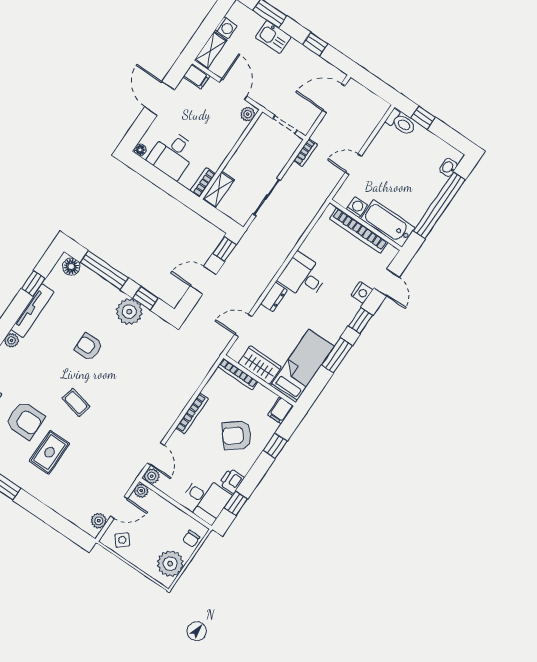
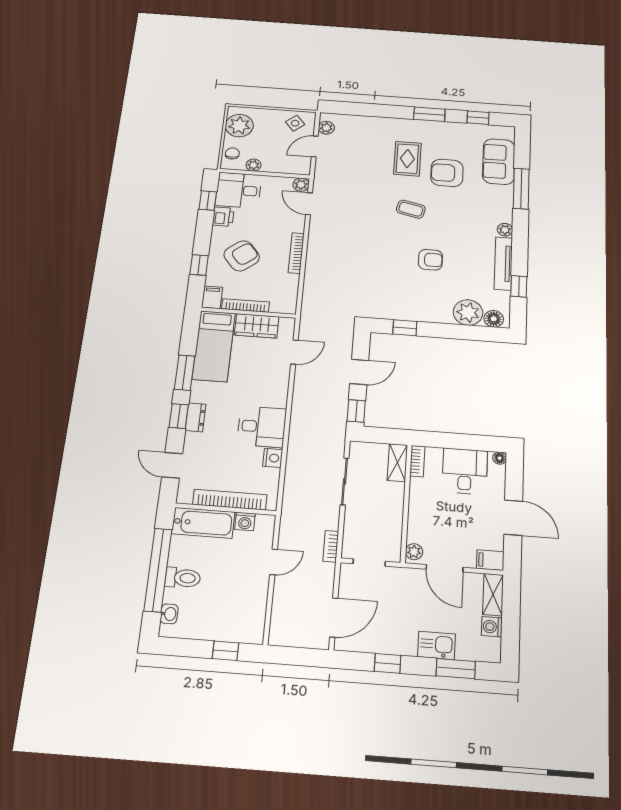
toilet: (401, 123) -> (183, 578), moved, turned 180
window: (104, 270) -> (460, 332), removed
nightstand: (362, 292) -> (273, 458), moved, turned 180
dresser: (274, 297) -> (196, 417), moved, turned 180
plant: (129, 312) -> (468, 312), moved
bookcase: (238, 374) -> (245, 305), moved
plant: (141, 491) -> (253, 165), moved

